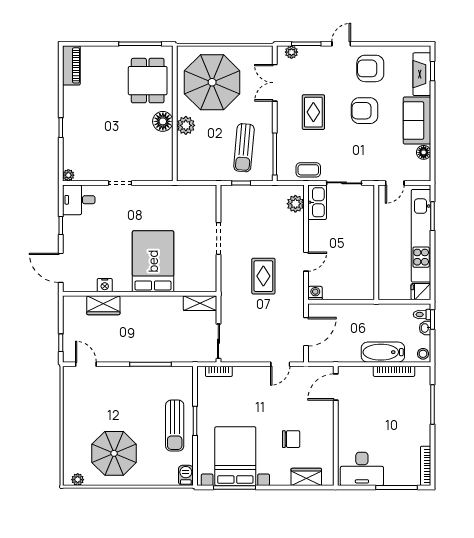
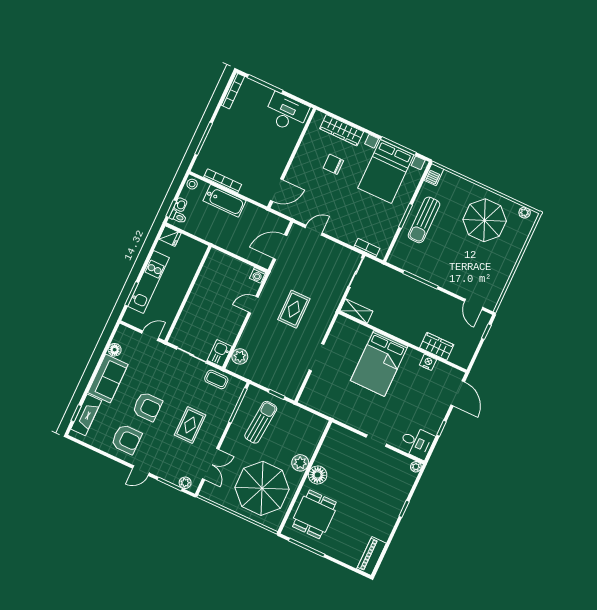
kitchen sink: (317, 202) -> (220, 353), width x0.73
kitchen unit: (421, 236) -> (149, 282), width x0.73
sun lounger: (175, 426) -> (424, 220), turned 180
wardrobe: (306, 477) -> (342, 130), width x1.50

